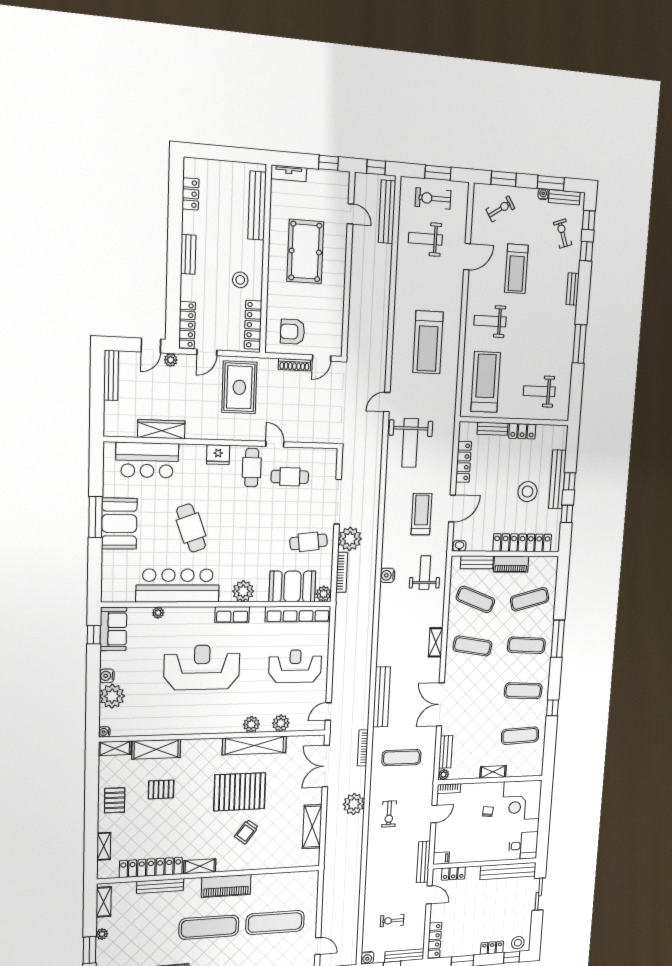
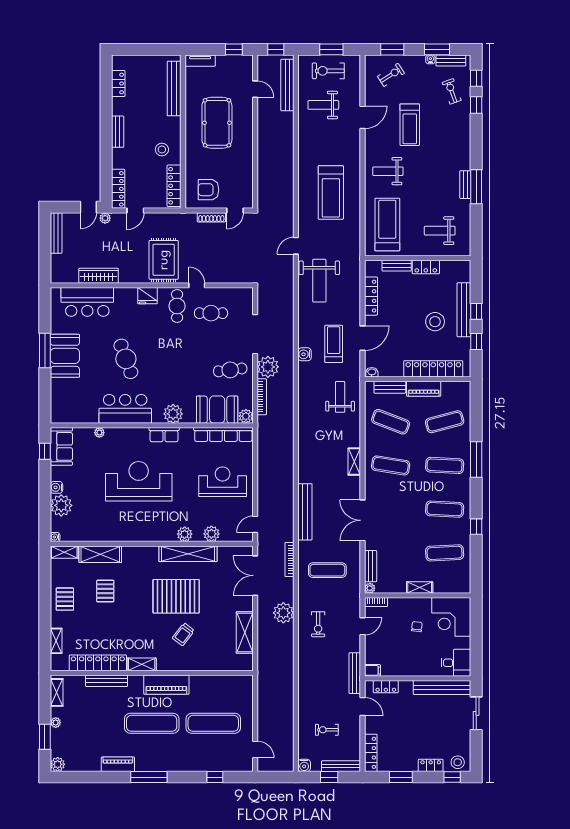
bench: (573, 289) -> (465, 185), moved
rug: (239, 387) -> (164, 260), moved
water cooler: (387, 575) -> (305, 354), moved
bar counter: (178, 586) -> (125, 409), width x0.73
pallet: (161, 789) -> (105, 591), turned 90

